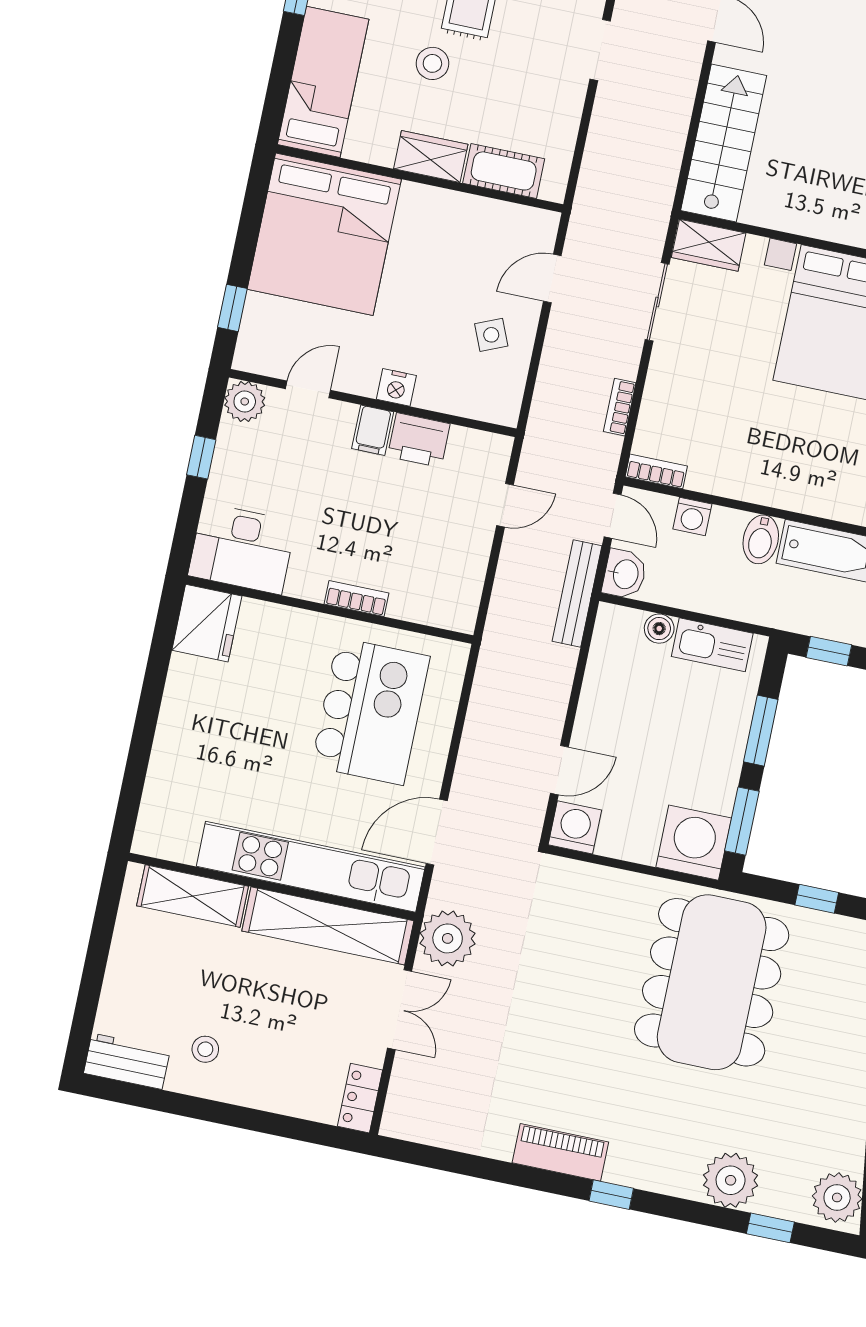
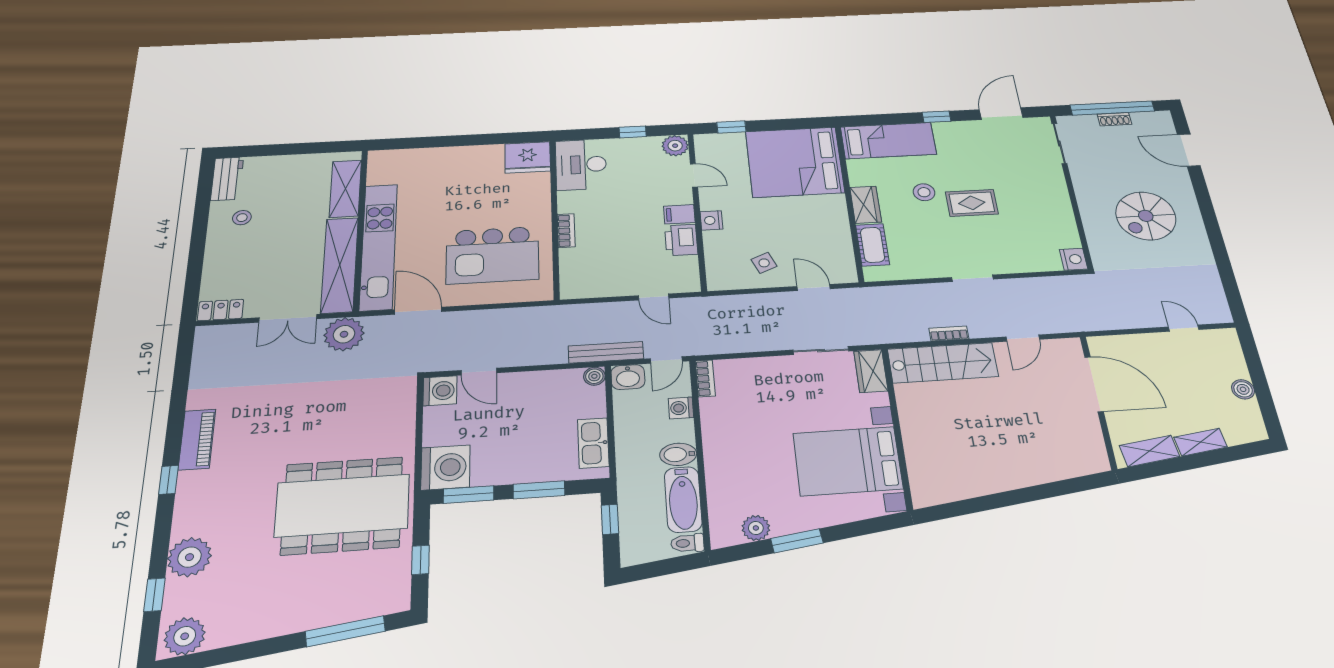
bookcase: (620, 407) -> (949, 334), moved
boiler: (659, 629) -> (594, 376), moved

